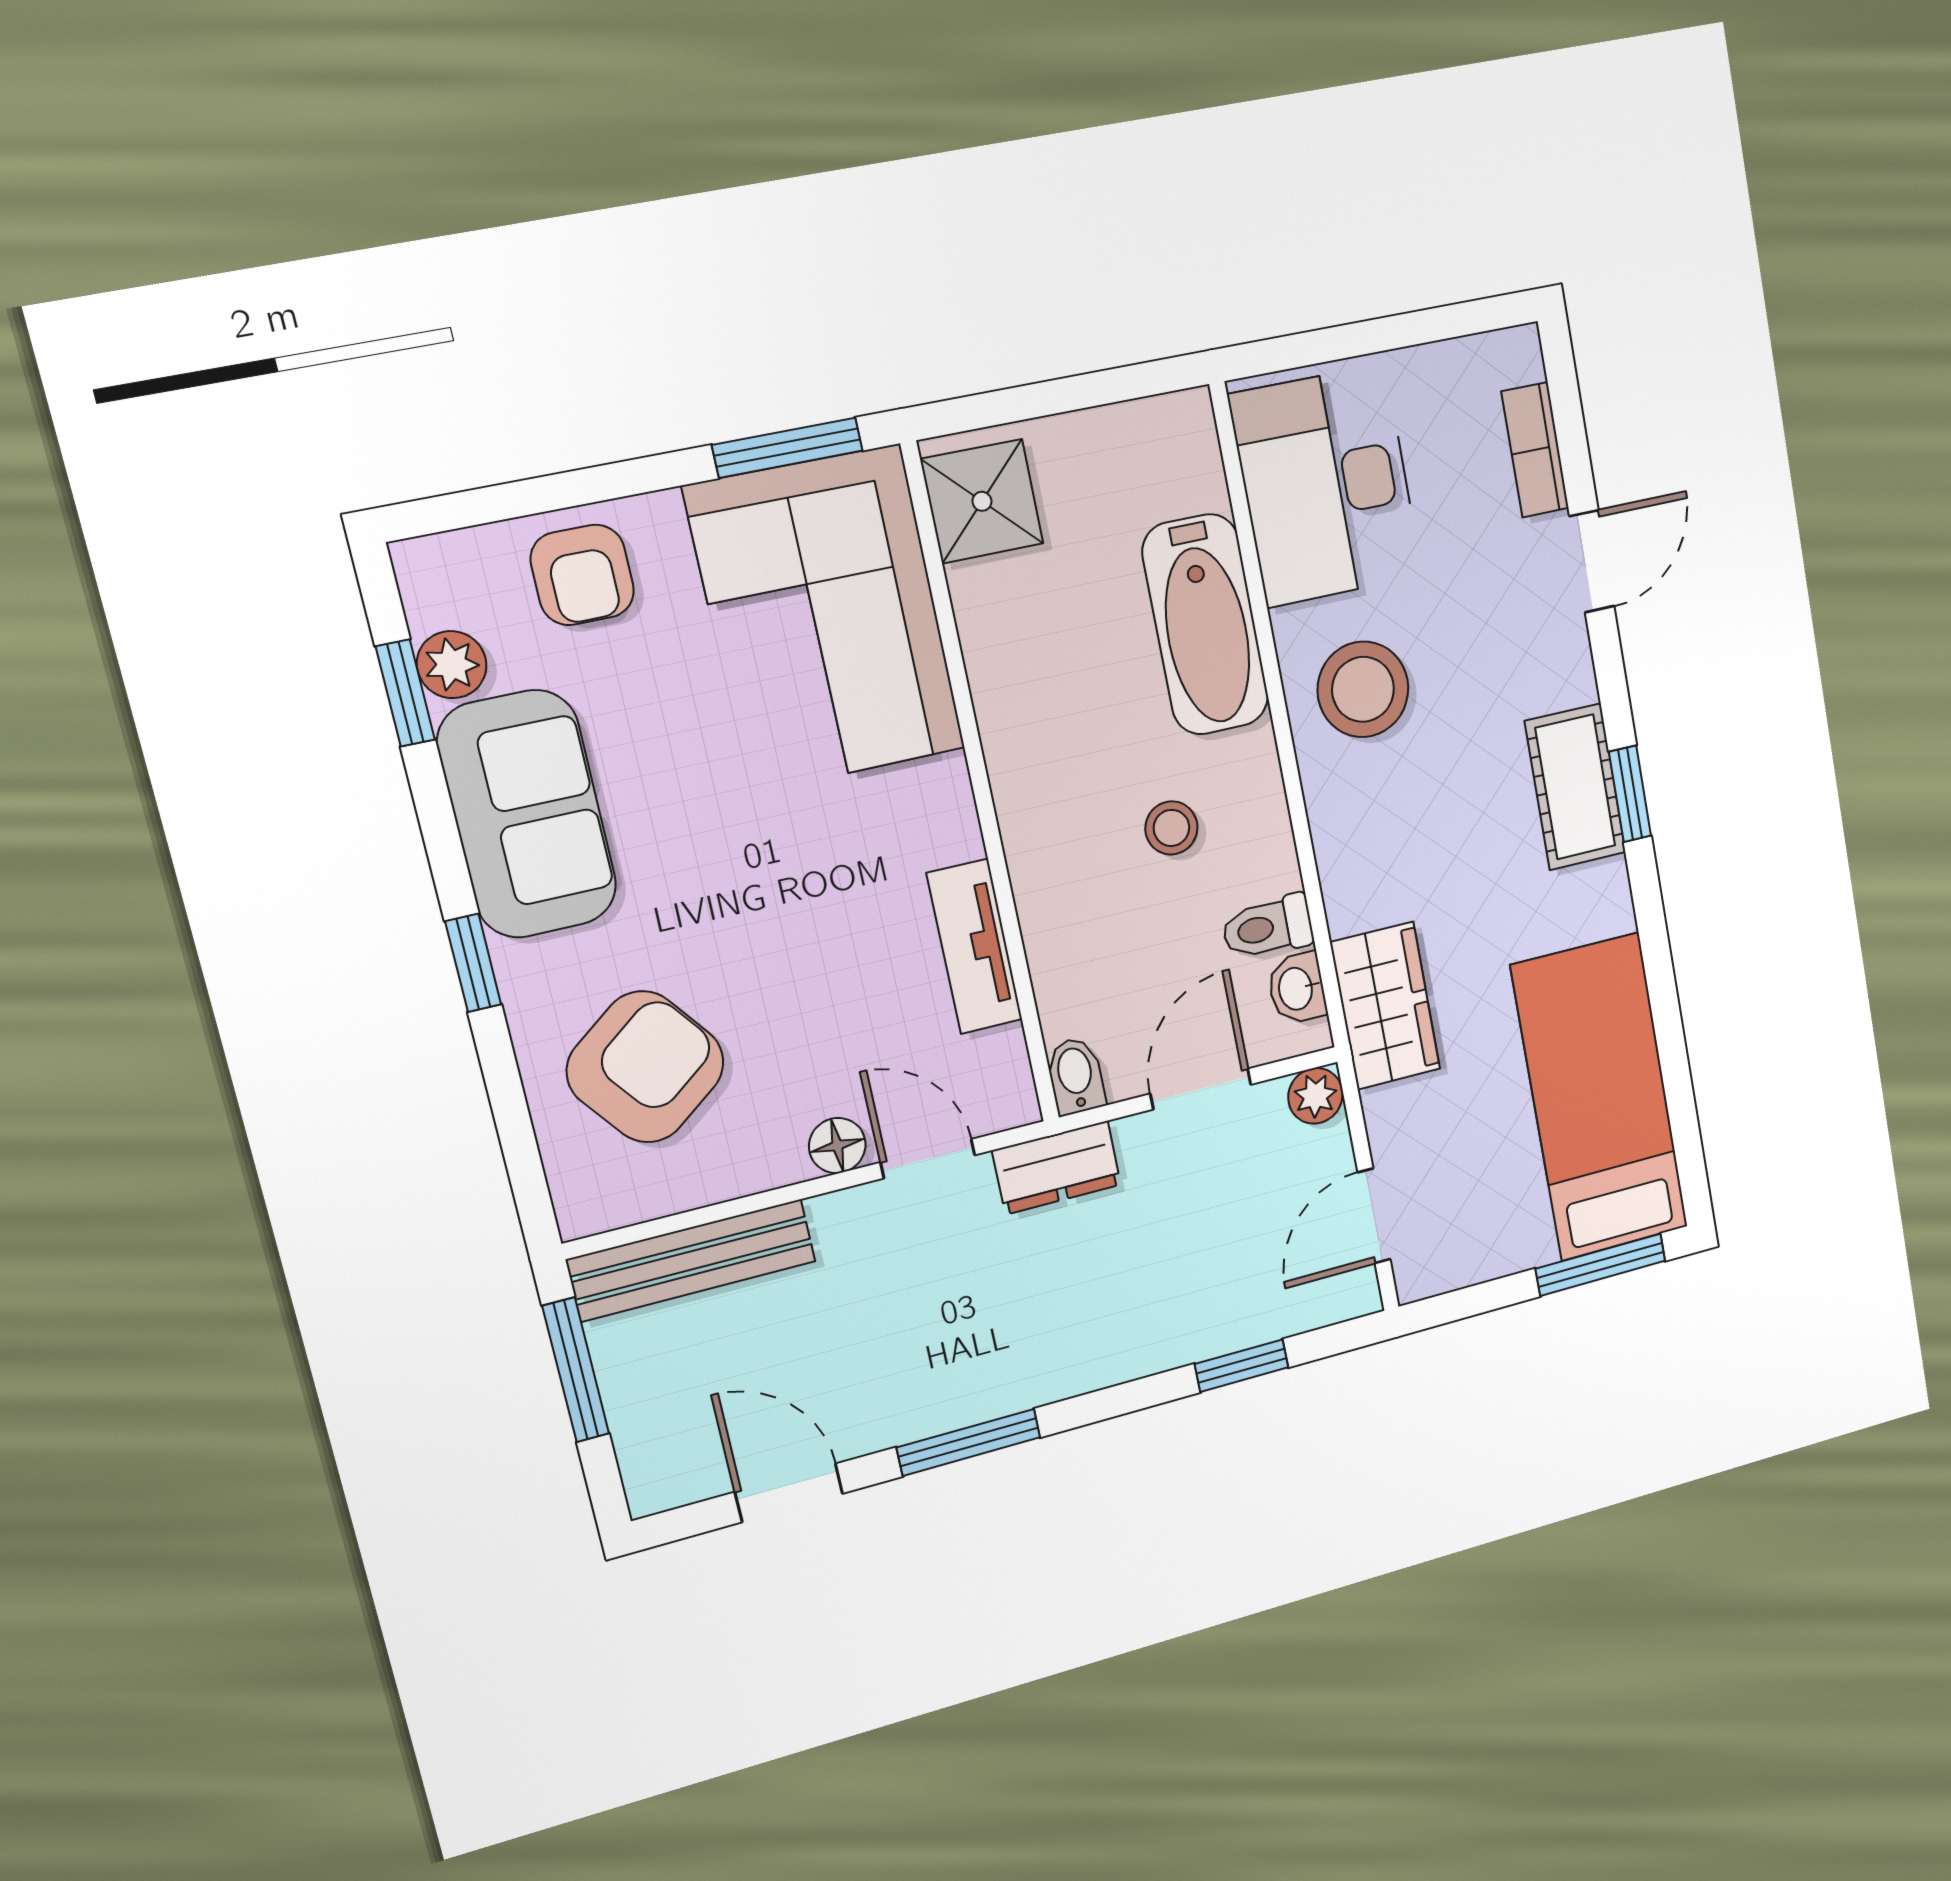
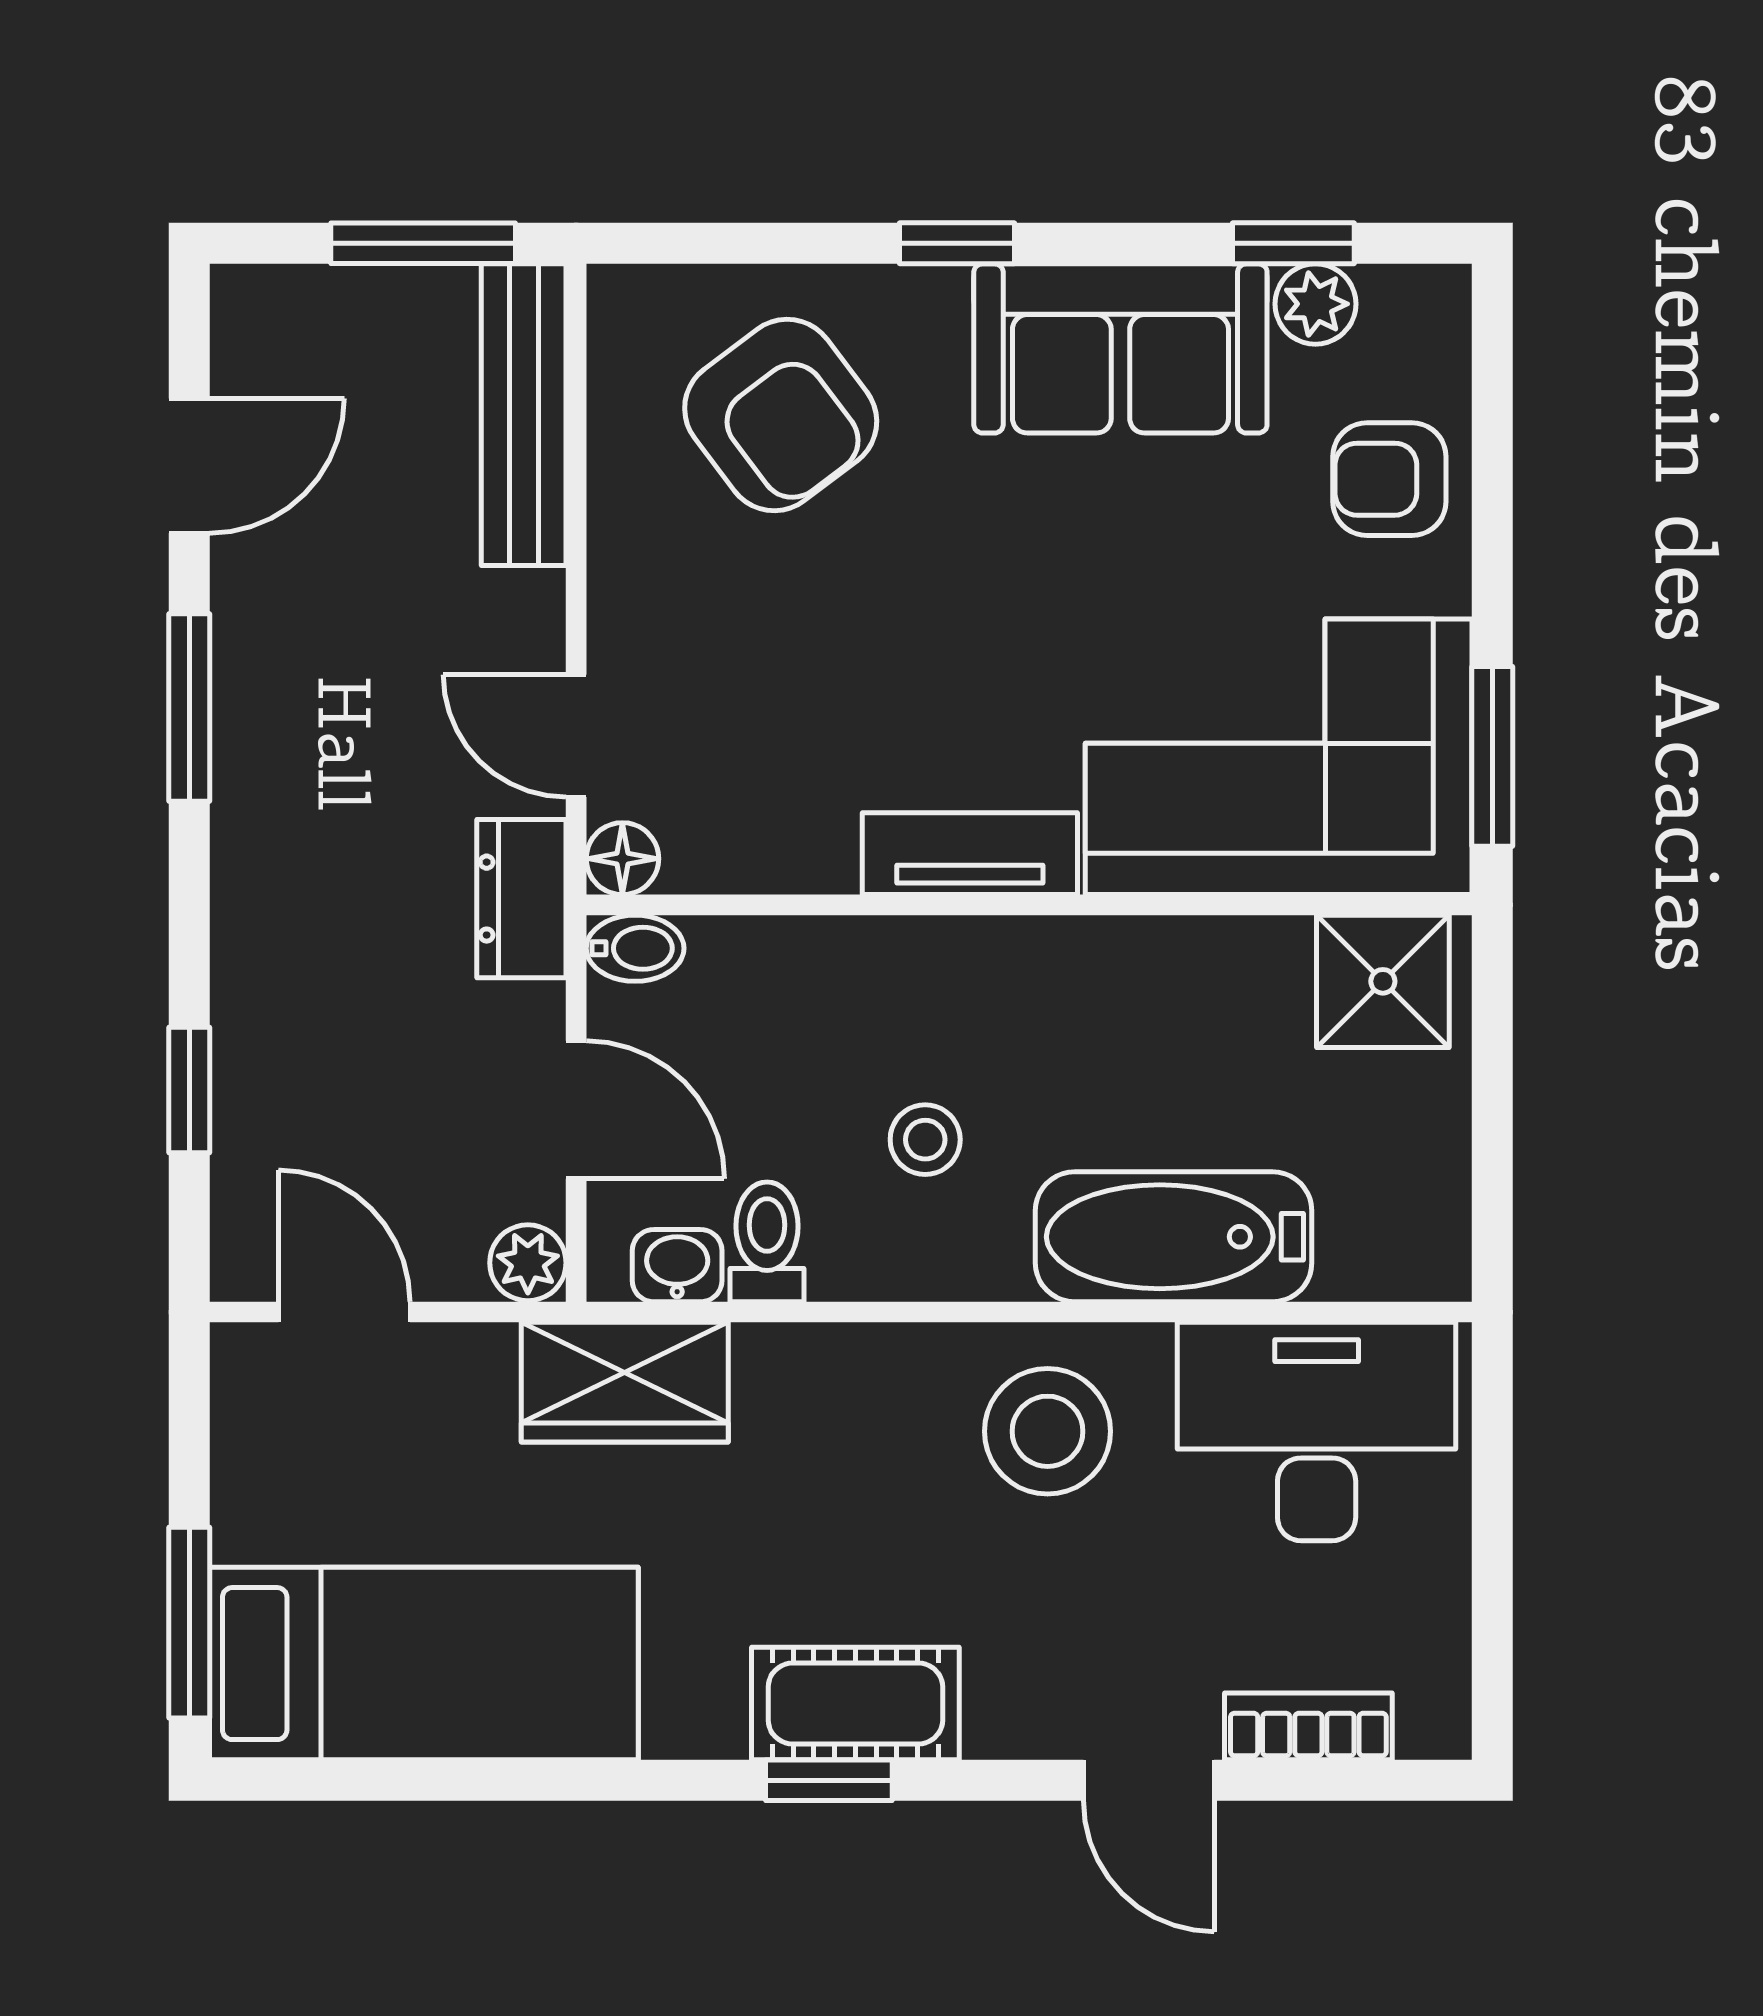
tv unit: (975, 947) -> (970, 854), moved
floor lamp: (837, 1146) -> (622, 859), moved
door: (928, 1159) -> (576, 736), swing flipped

